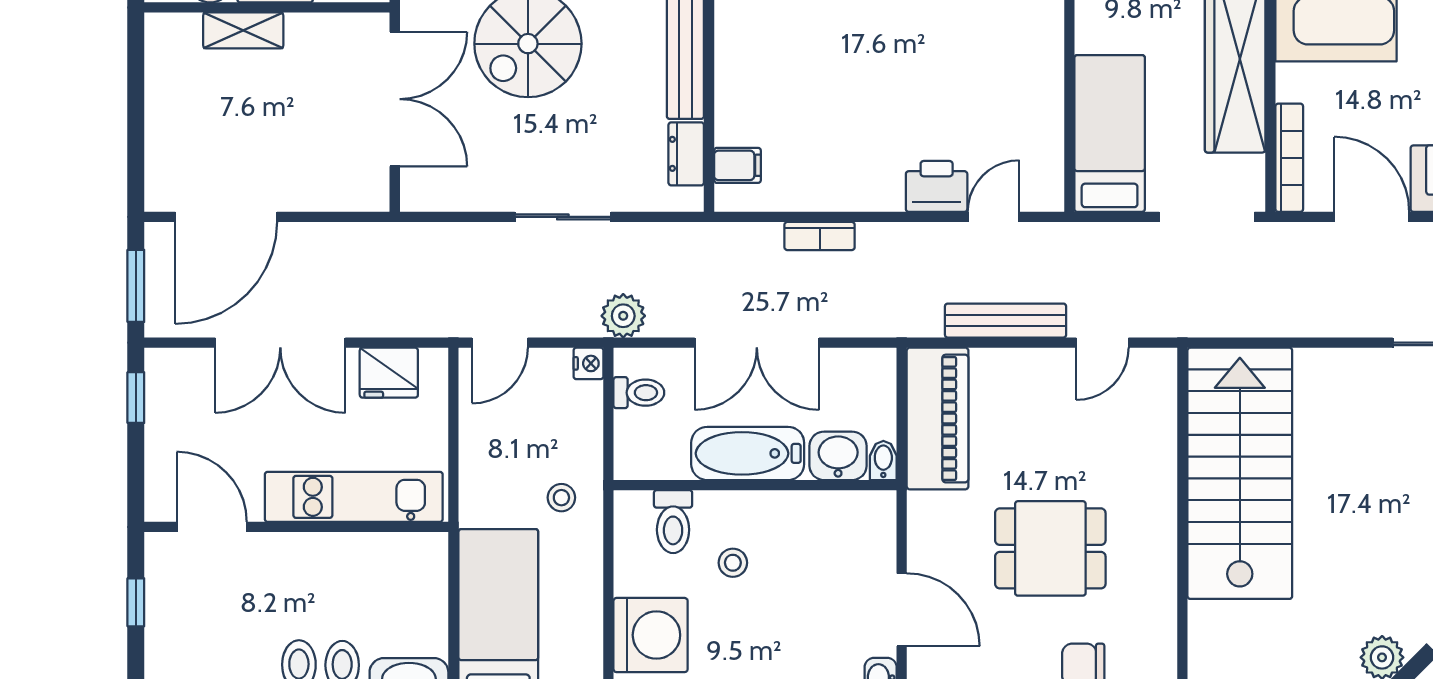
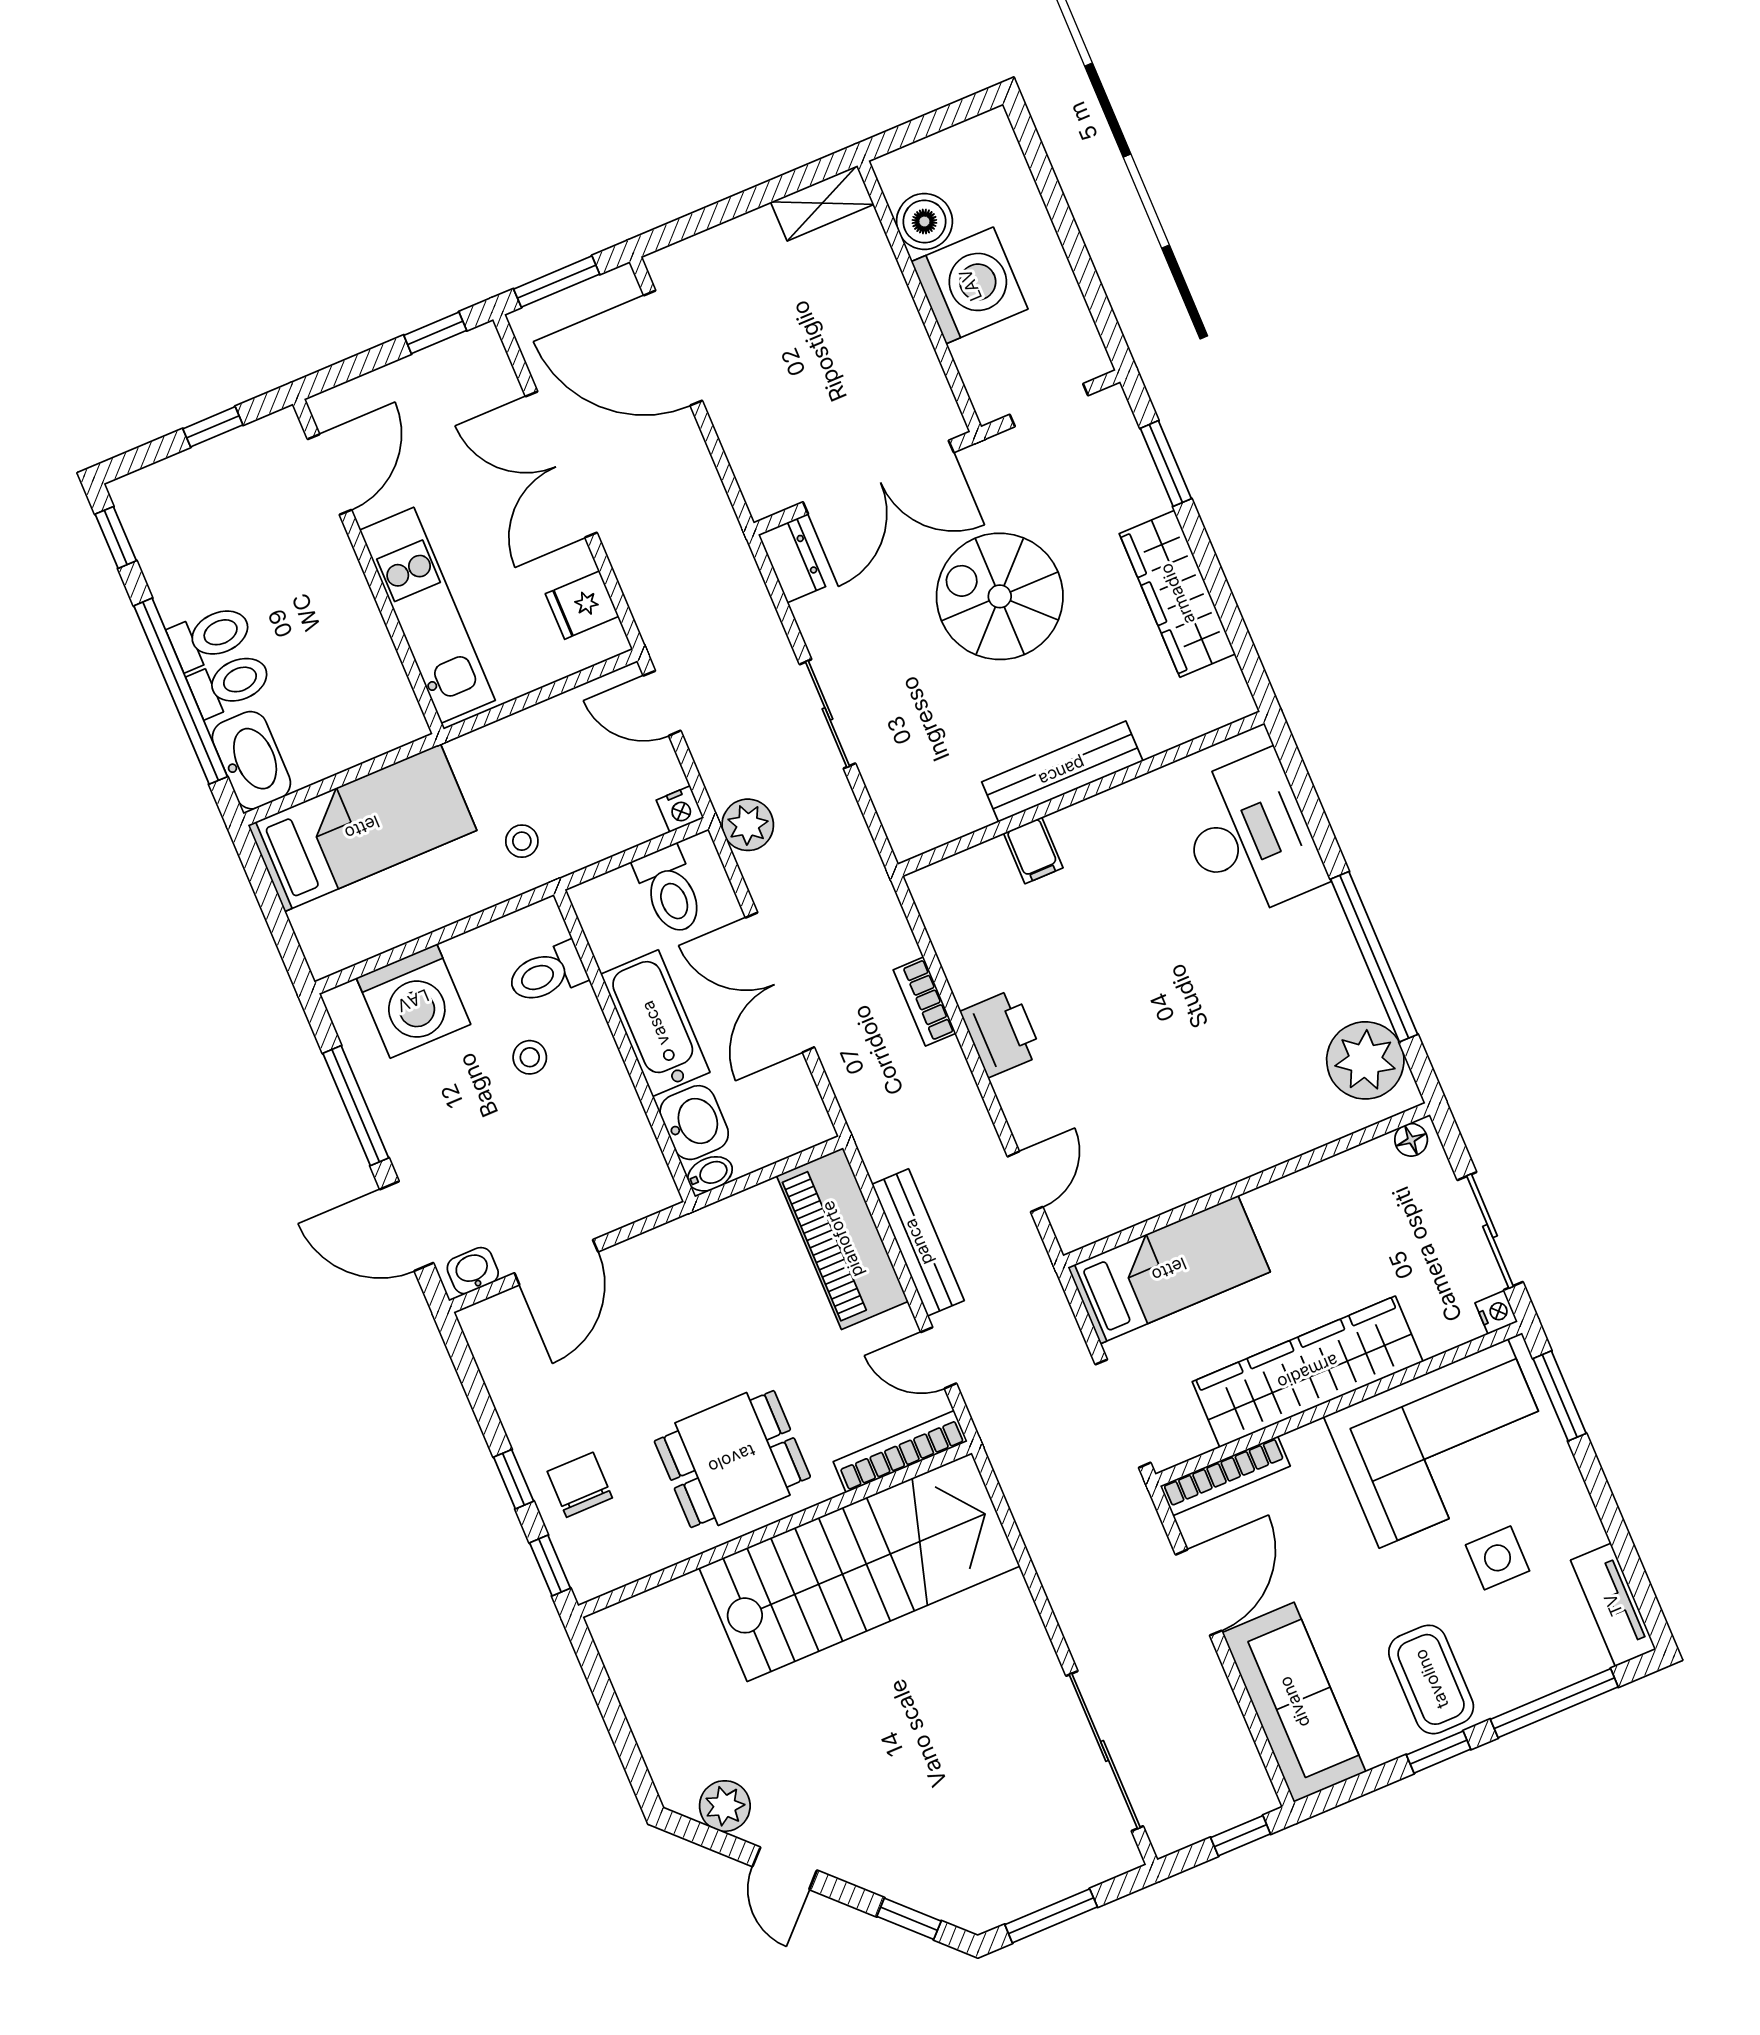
shelving: (243, 30) -> (822, 203), moved, turned 90
dresser: (686, 154) -> (792, 561), moved, turned 90
filing cabinet: (737, 165) -> (1033, 850), moved
printer: (937, 186) -> (1001, 1033), moved
door: (994, 217) -> (1025, 1182), hinge flipped
fridge: (389, 373) -> (582, 605), width x0.72
toilet: (639, 393) -> (670, 890), width x1.37, depth x1.39
bookcase: (1163, 403) -> (900, 1452), added
piano: (938, 419) -> (842, 1239), moved, turned 90
dining table: (1050, 548) -> (732, 1459), moved, turned 90

